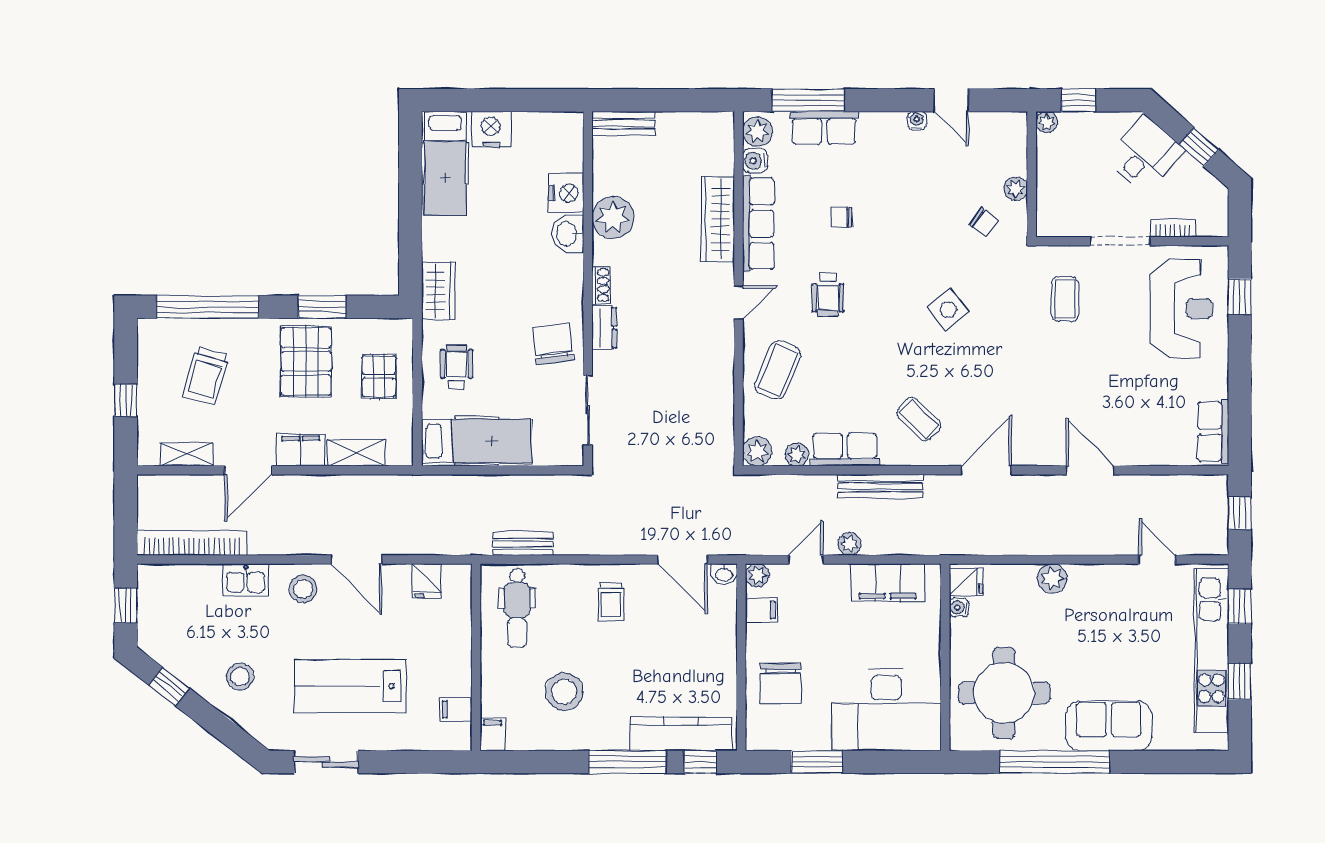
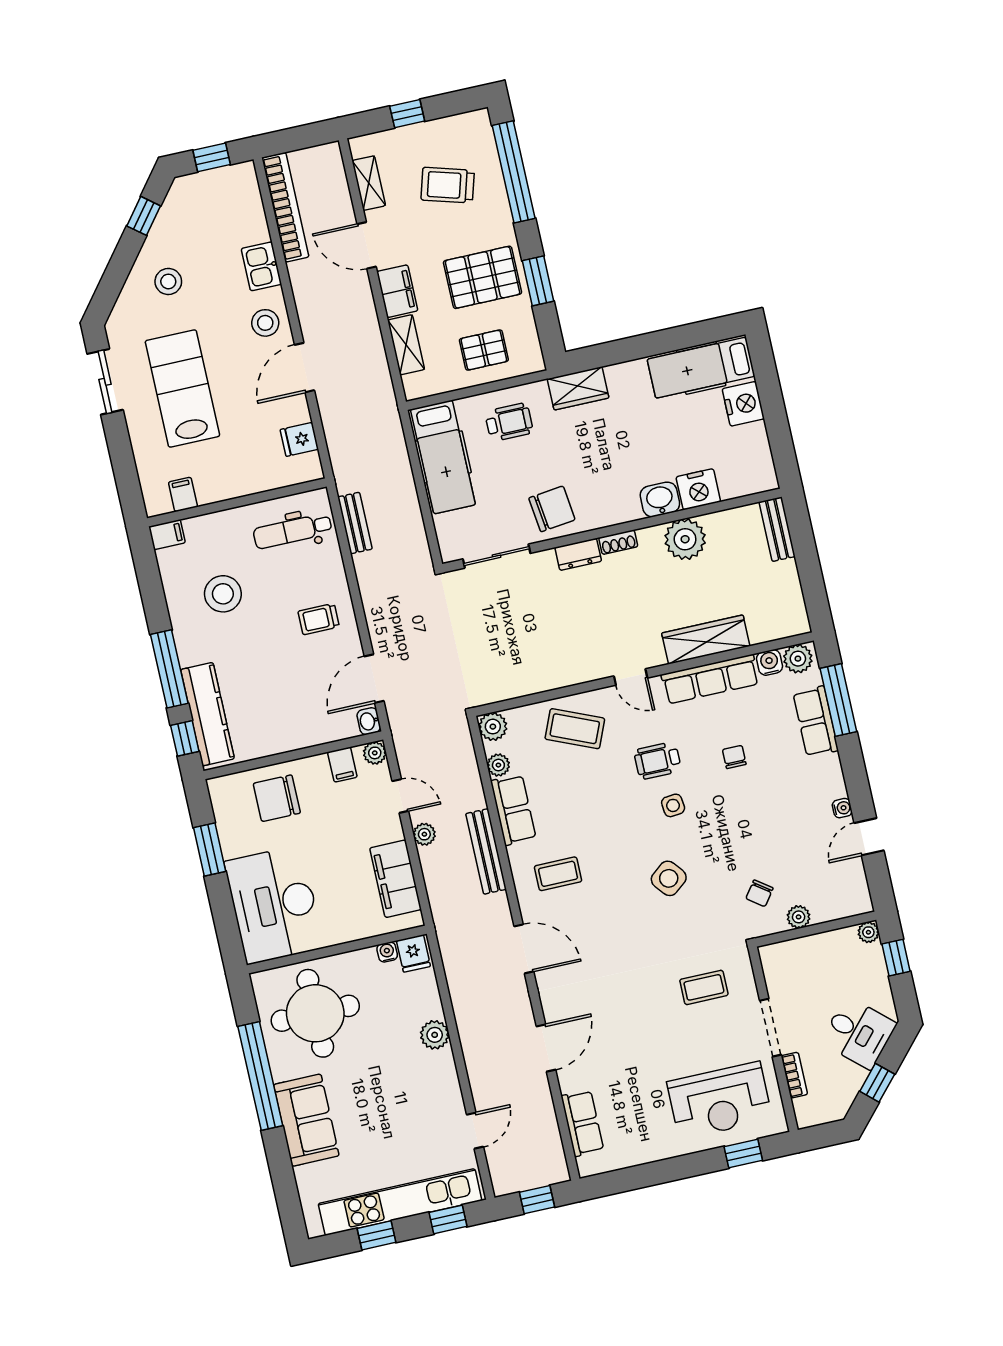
side table: (876, 289) -> (673, 805), added
coffee table: (919, 419) -> (558, 874), turned 46
row of seats: (1213, 431) -> (582, 1123), moved, turned 90

